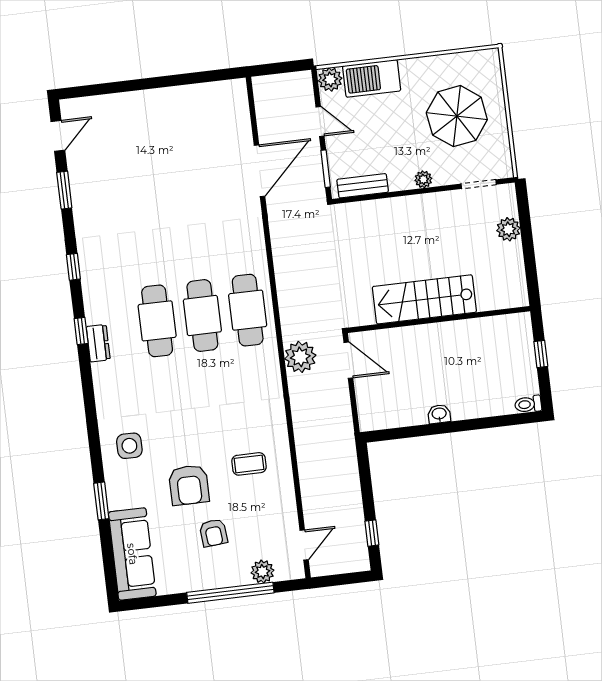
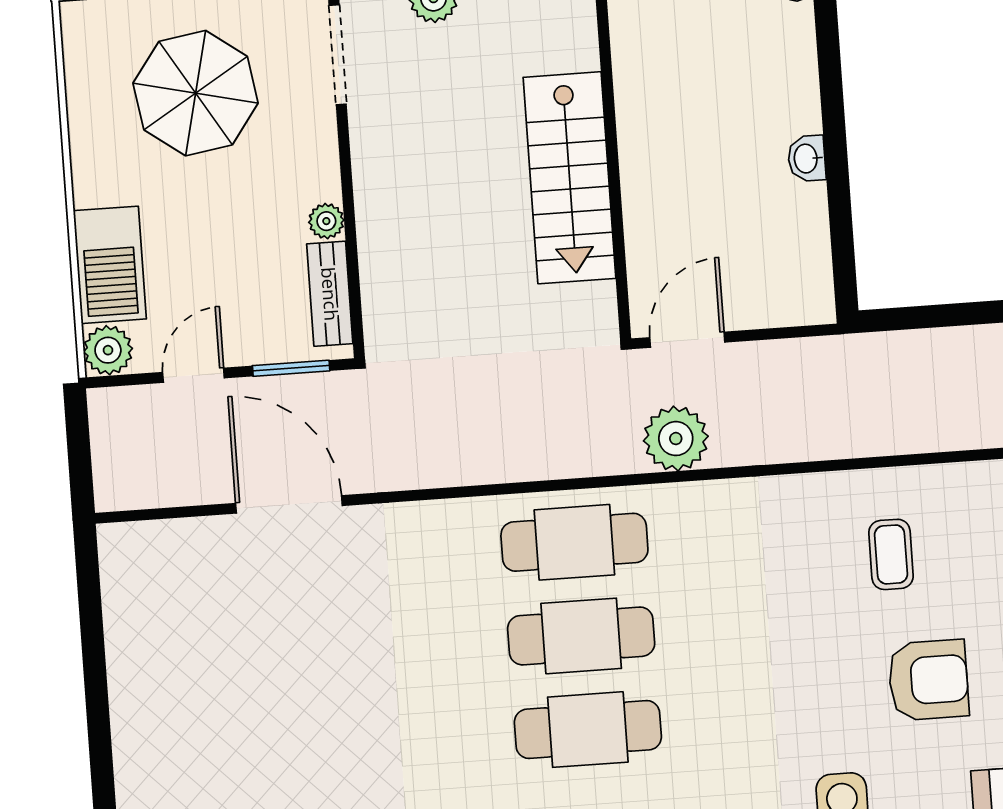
plant: (423, 179) -> (326, 221), moved
doorway: (479, 184) -> (338, 55), width x1.38

